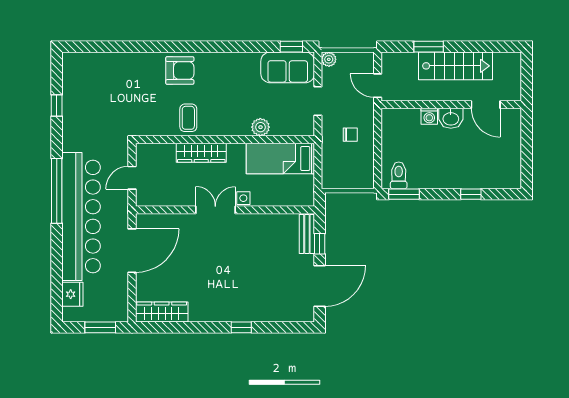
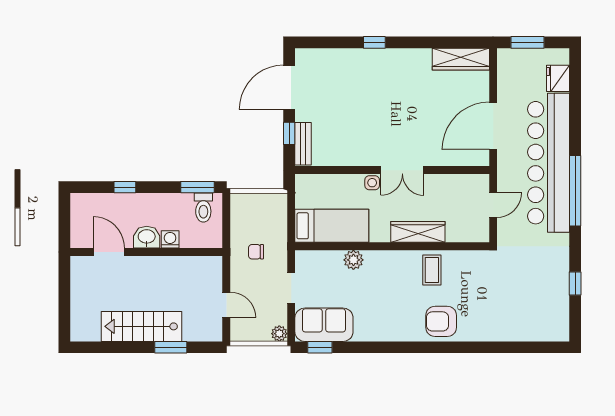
wall: (451, 105) -> (146, 252), moved
door: (486, 105) -> (109, 252), moved
washing machine: (429, 116) -> (170, 239), moved
washbasin: (451, 118) -> (147, 237), moved

